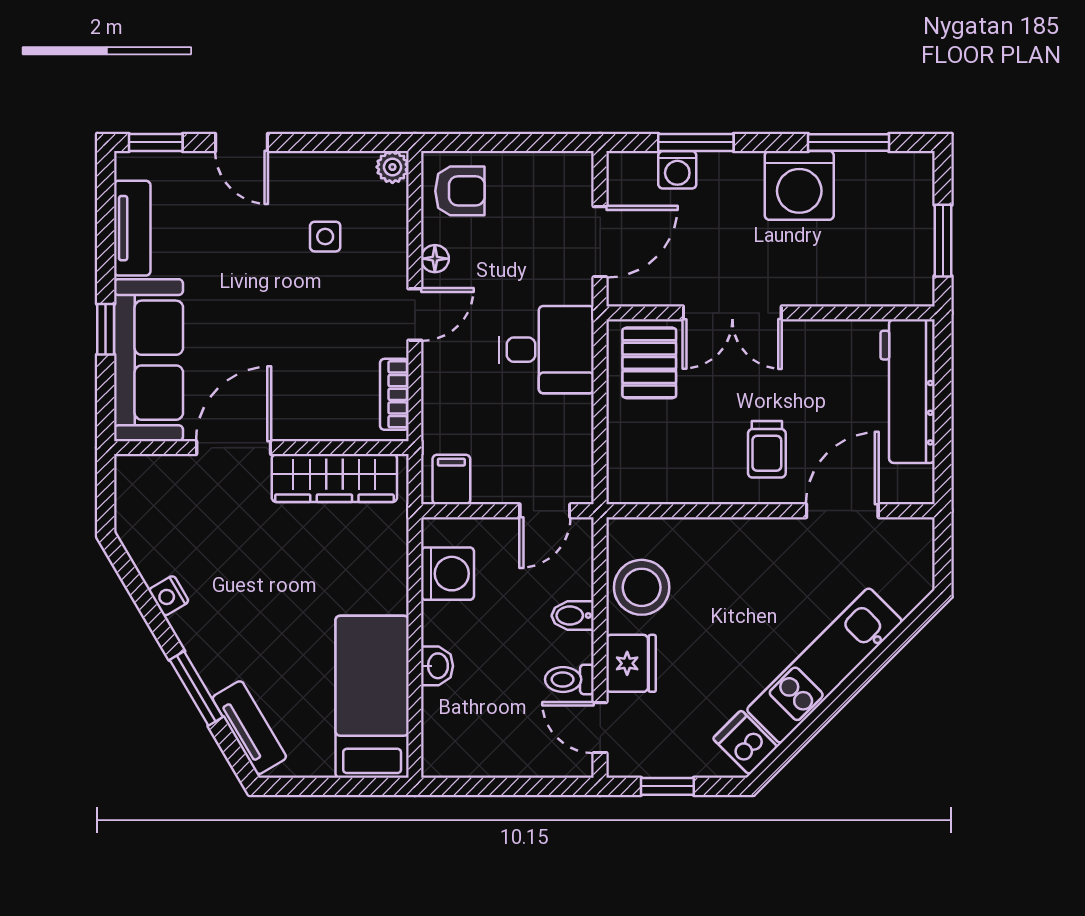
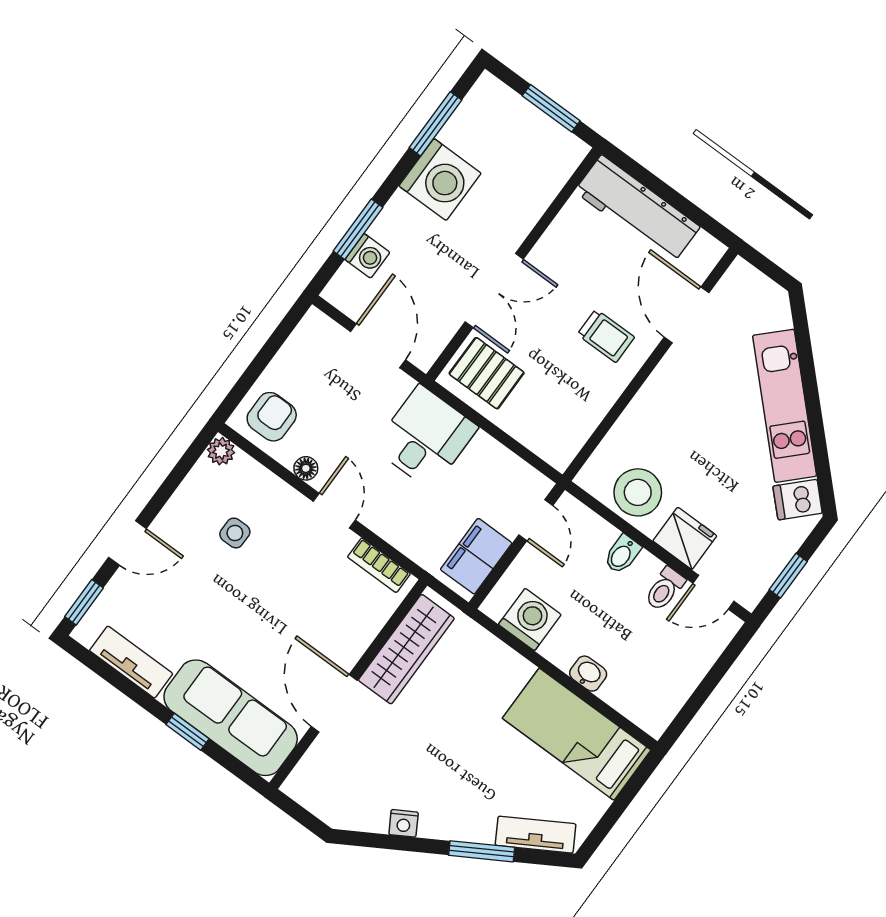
filing cabinet: (451, 480) -> (476, 556), width x2.00

